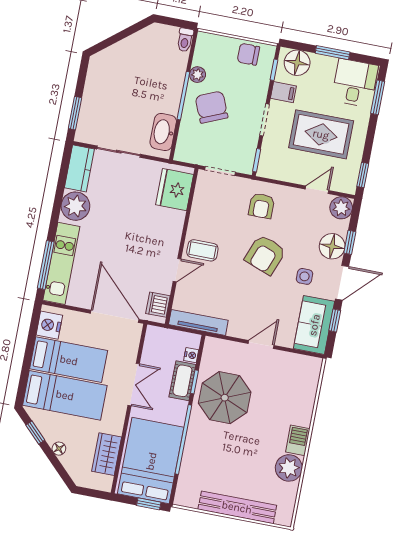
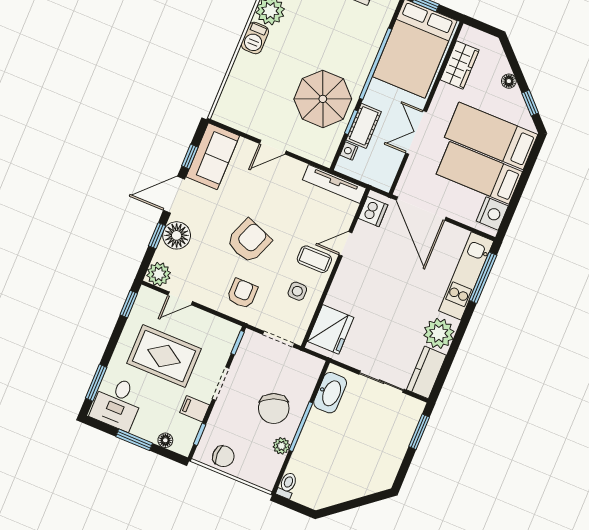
floor lamp: (297, 63) -> (165, 440), width x0.53, depth x0.53
side table: (304, 276) -> (297, 291), moved

